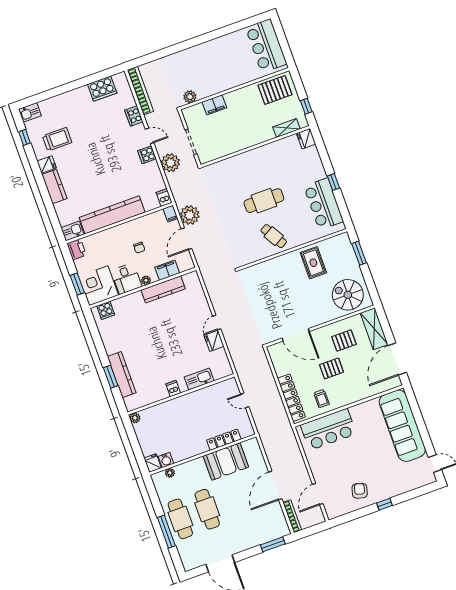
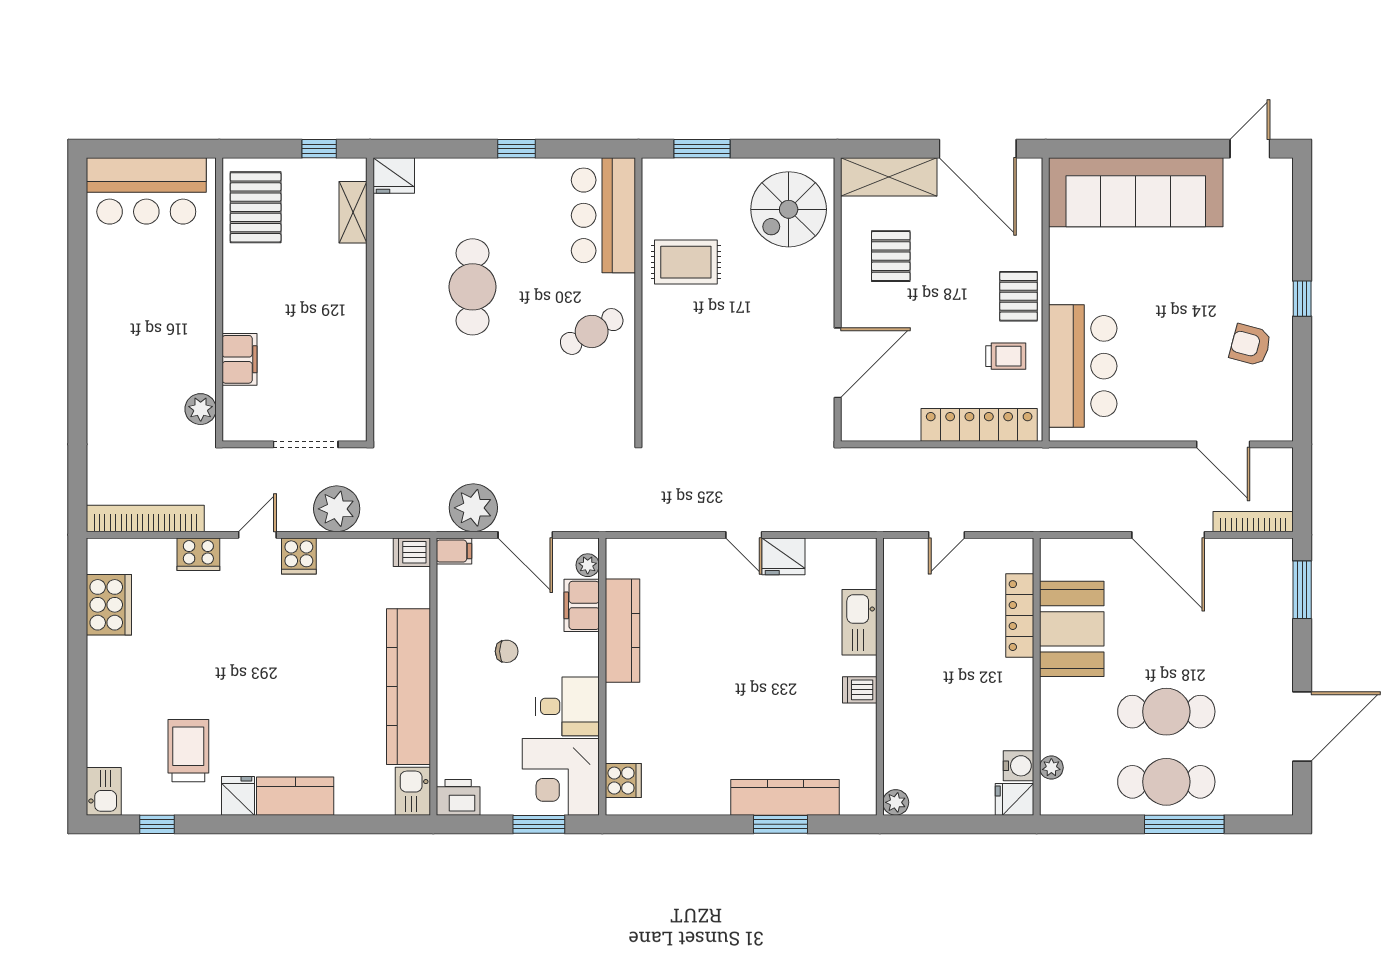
cafe table: (264, 201) -> (473, 287), moved
bar counter: (324, 204) -> (603, 215), moved, turned 90
plant: (146, 280) -> (588, 565), moved
pallet: (332, 368) -> (1019, 296), moved

